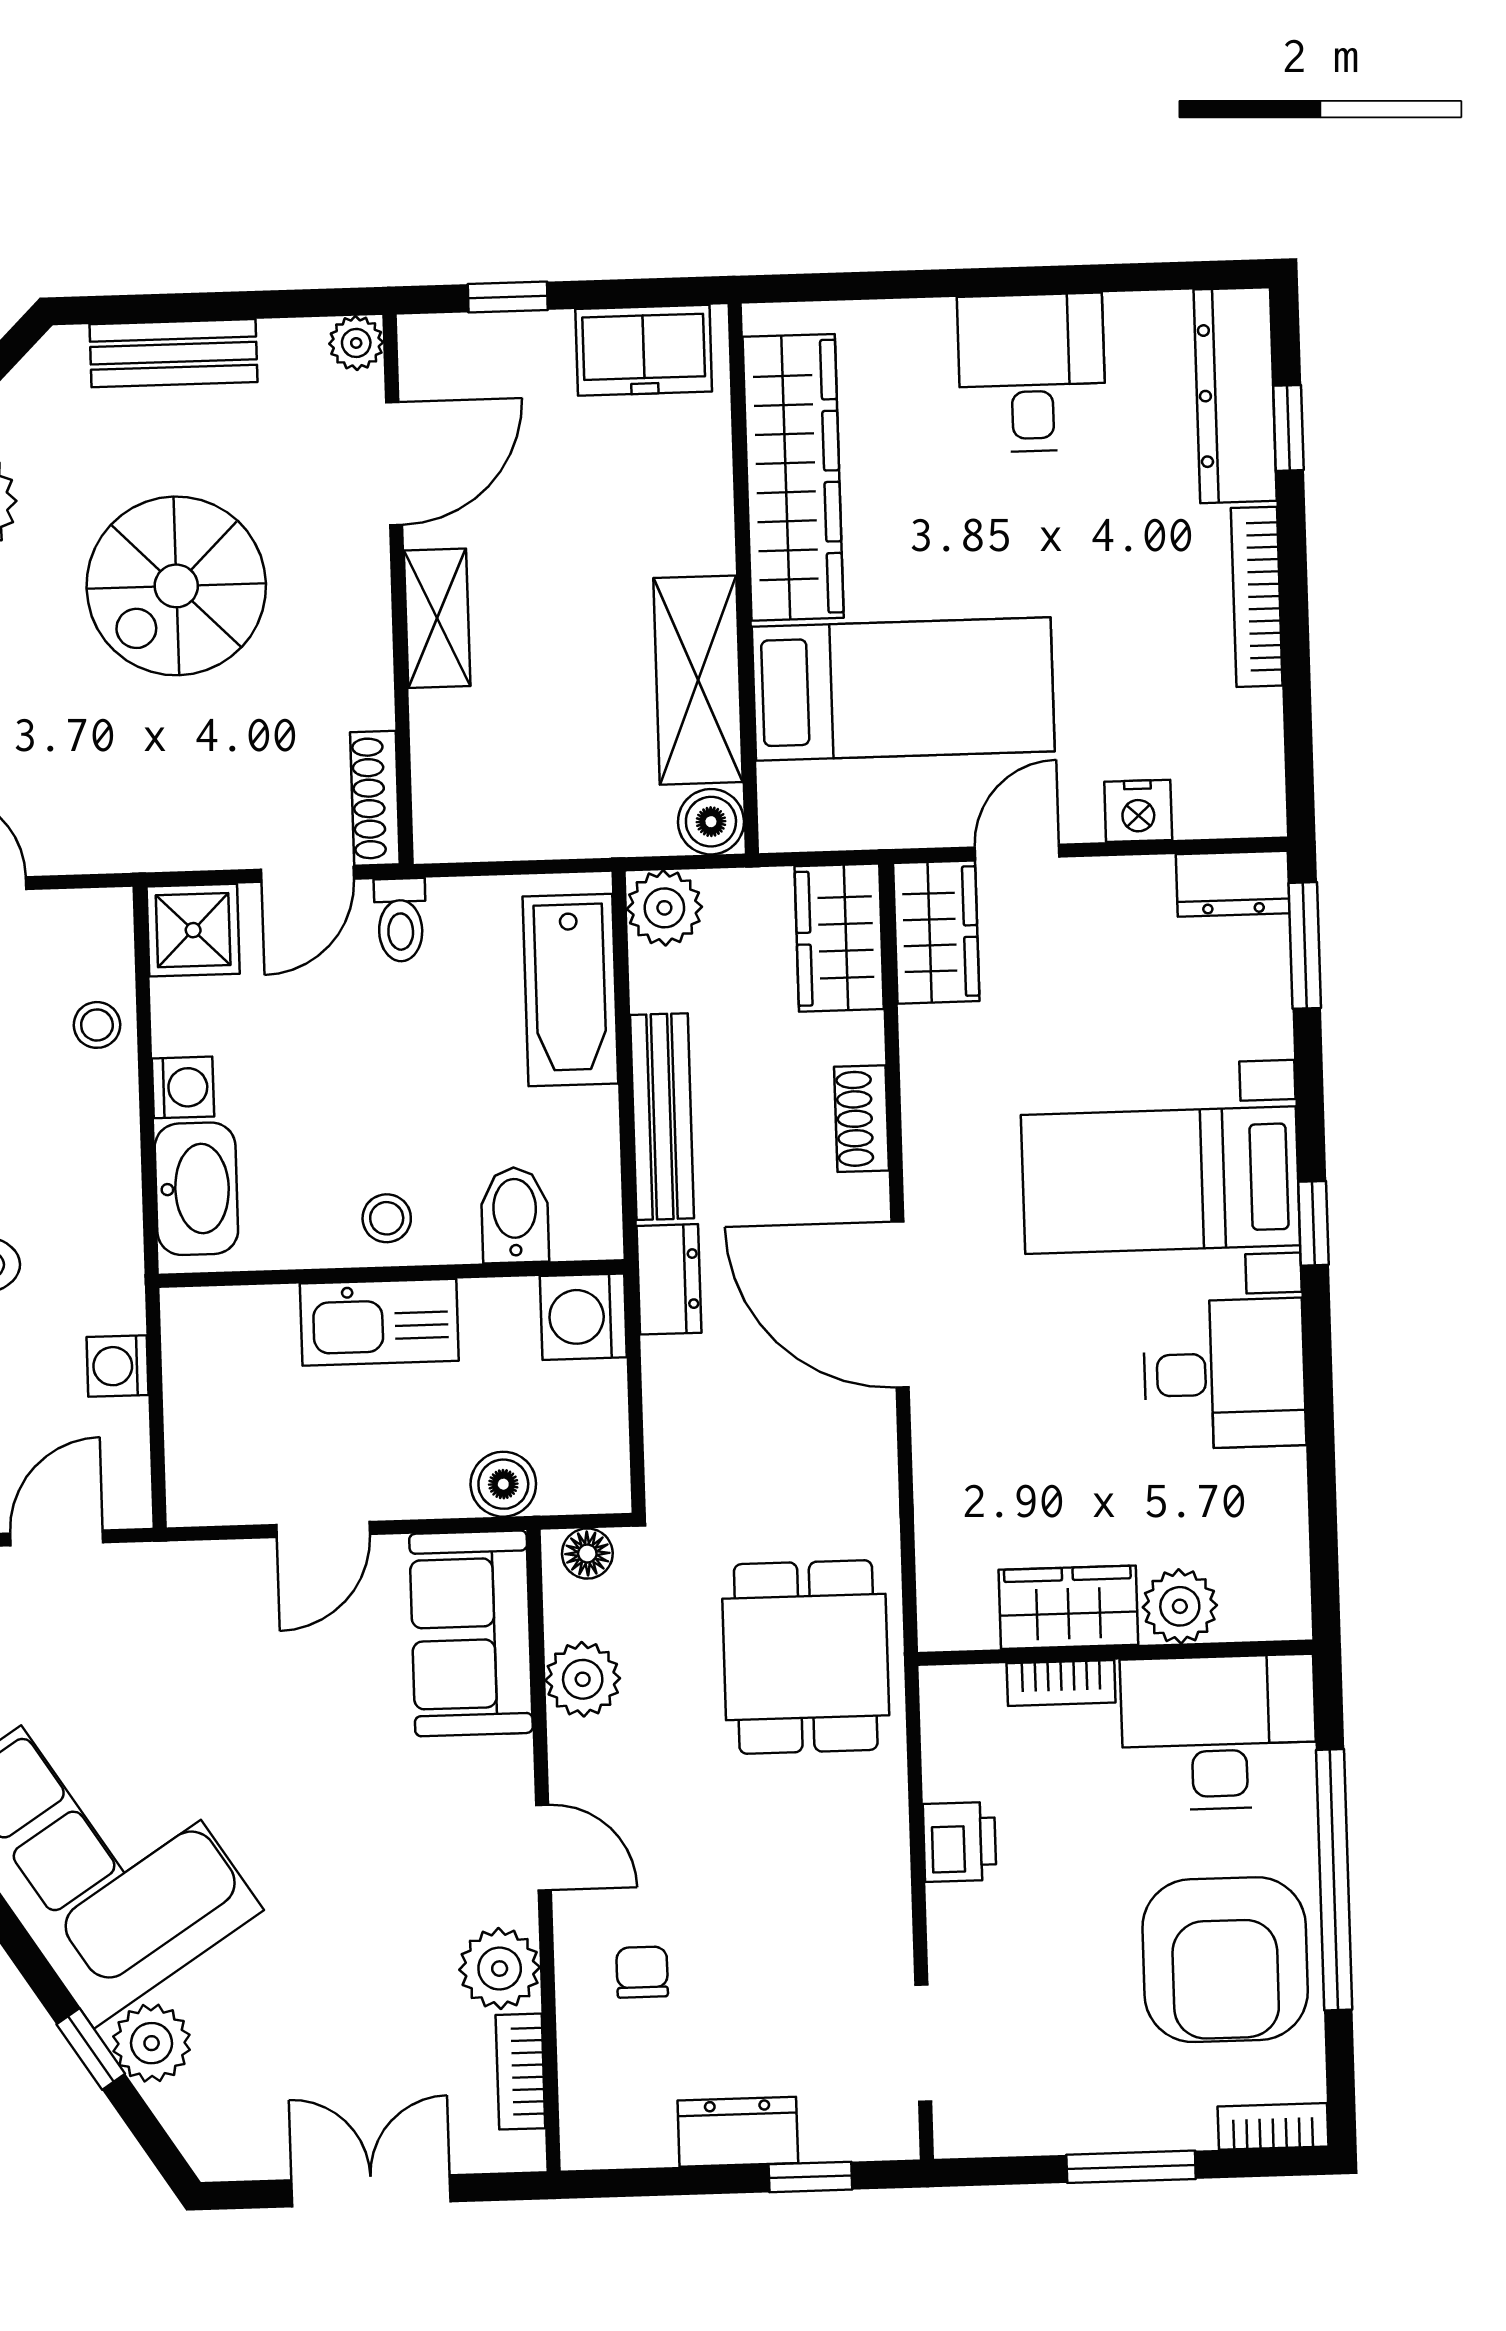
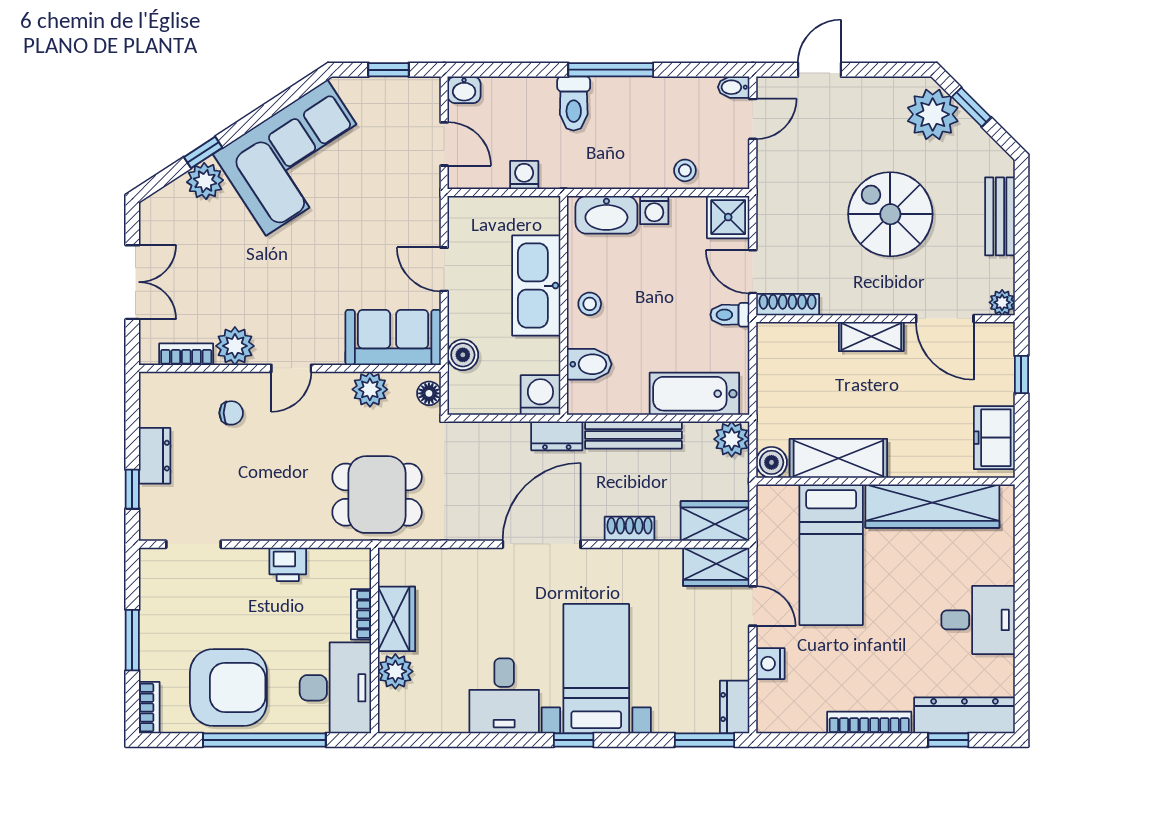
kitchen sink: (379, 1322) -> (536, 286), width x1.36, depth x1.24
armchair: (1225, 1960) -> (228, 687), turned 180

